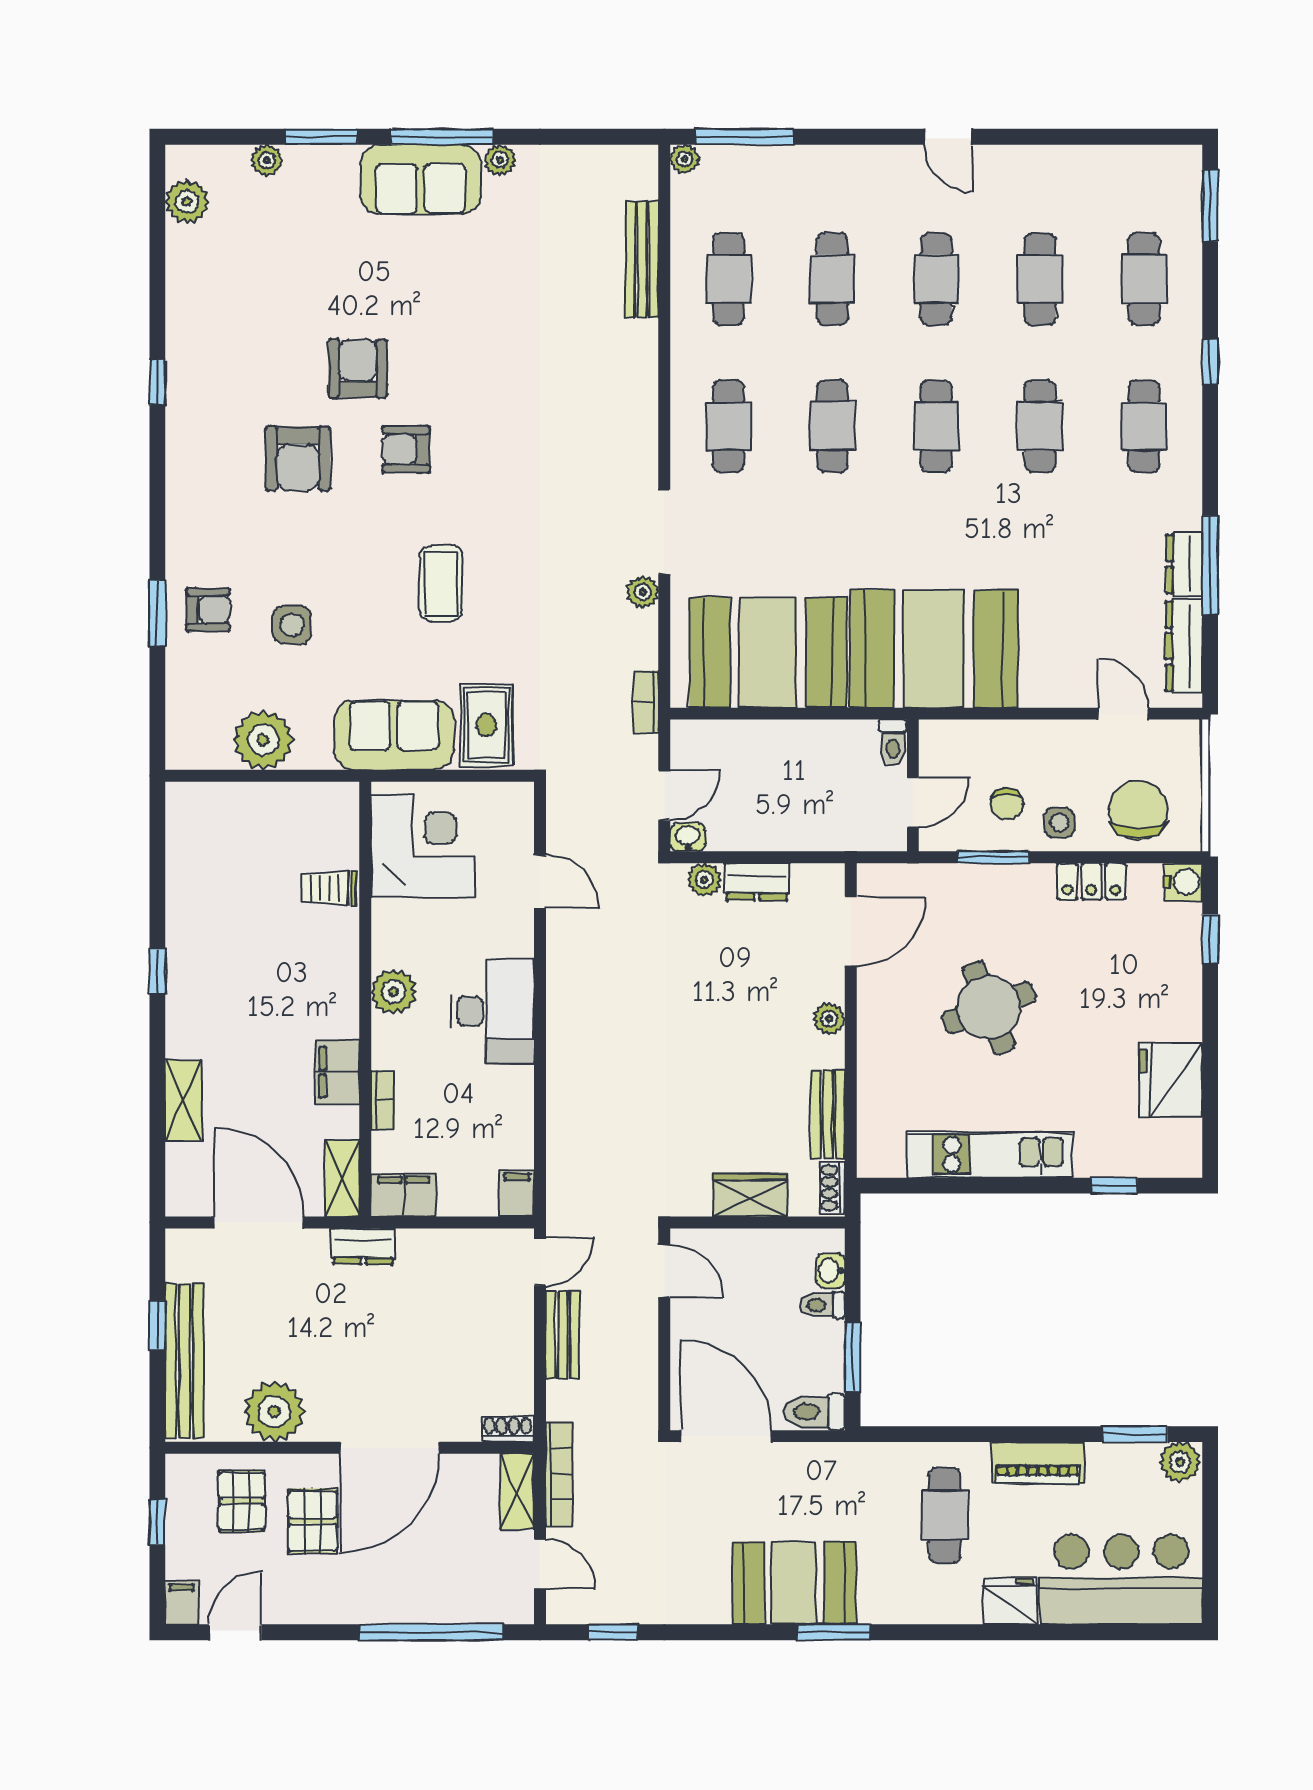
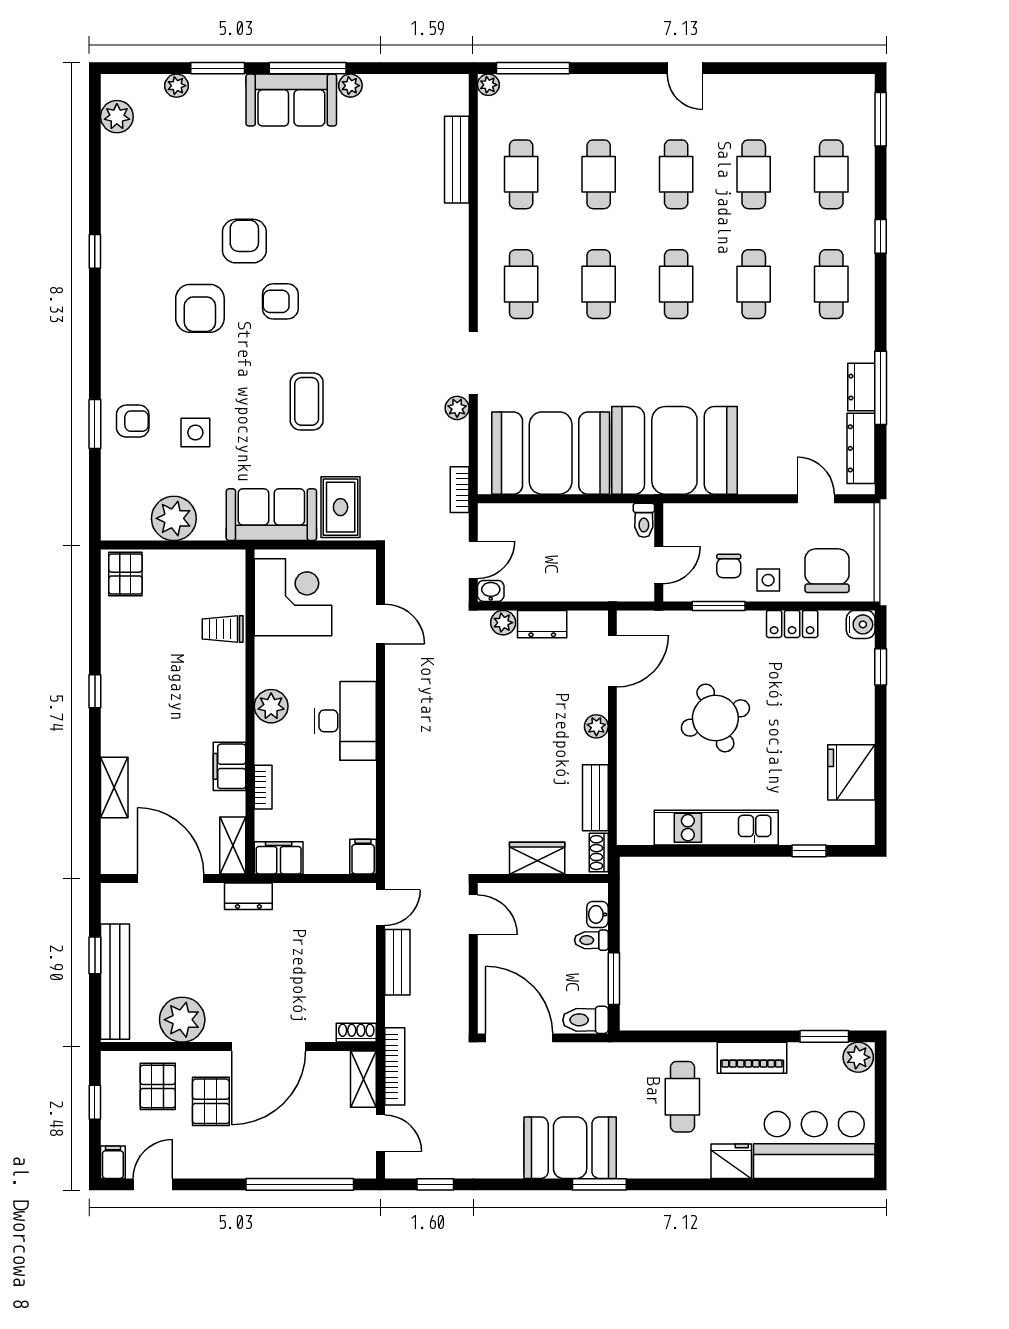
pallet: (198, 815) -> (125, 574), added

